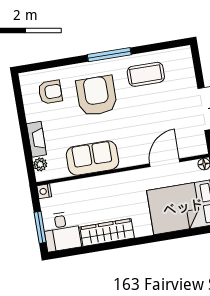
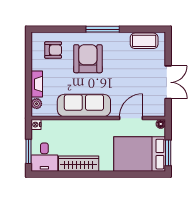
coffee table: (146, 74) -> (144, 41), moved
sofa: (92, 158) -> (84, 105), width x1.36

